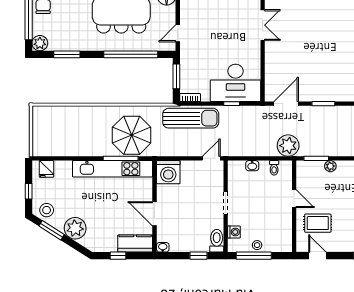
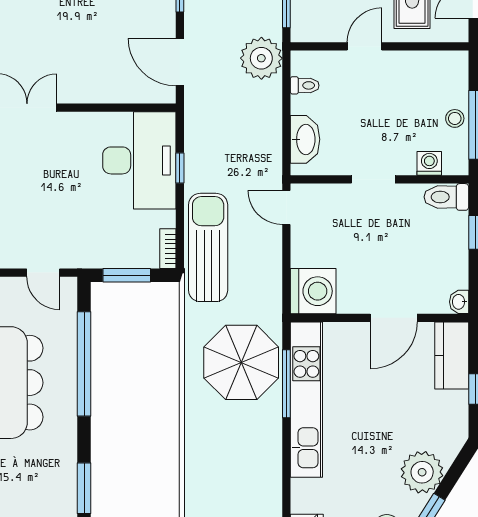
washbasin: (252, 166) -> (305, 139), width x1.91, depth x1.45

